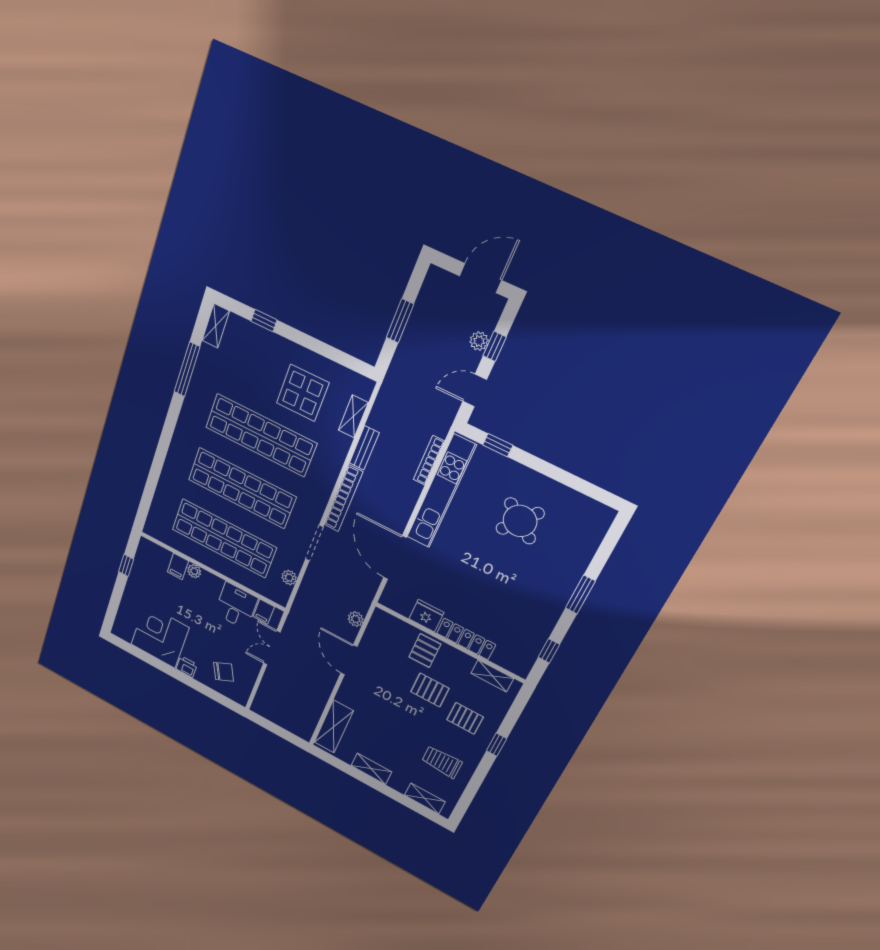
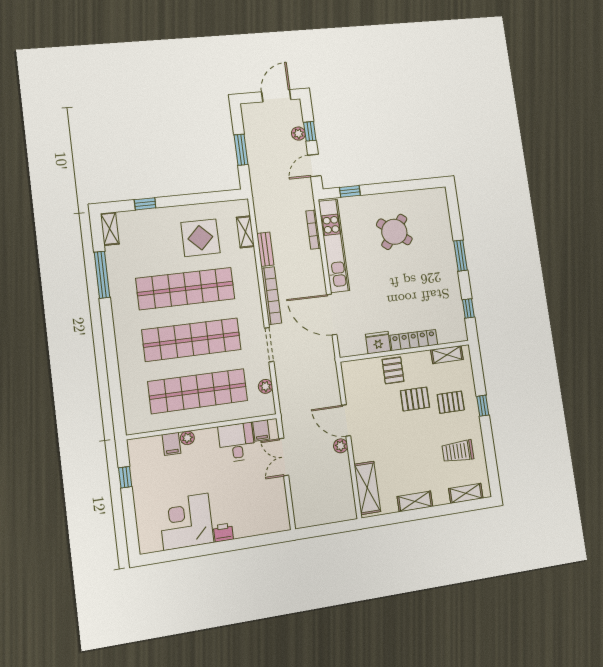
plant: (356, 619) -> (341, 446), moved
chair: (223, 672) -> (257, 511), removed

